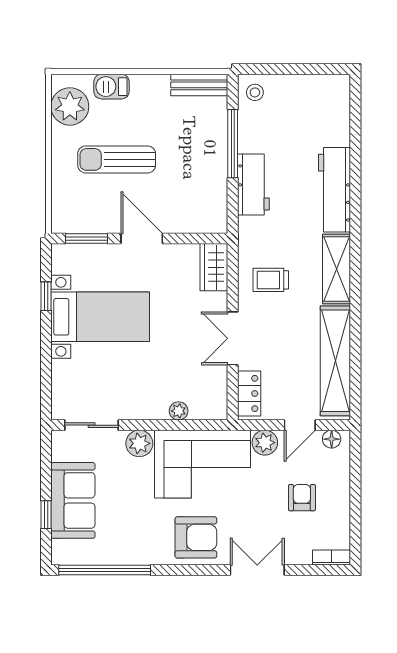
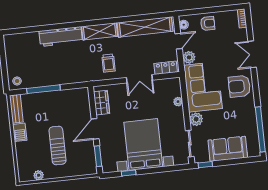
barbecue: (112, 87) -> (20, 132), moved
plant: (70, 106) -> (39, 175), width x0.53, depth x0.53
sun lounger: (117, 159) -> (57, 146), turned 180
workbench: (253, 184) -> (62, 77), removed
wardrobe: (214, 267) -> (102, 103), moved, turned -90
bed with nightstands: (100, 317) -> (143, 144), width x1.36
door: (300, 425) -> (179, 41), hinge flipped
armchair: (302, 498) -> (208, 23), moved, turned 180
window: (46, 515) -> (205, 165), moved
armchair: (196, 537) -> (239, 86), turned -90

